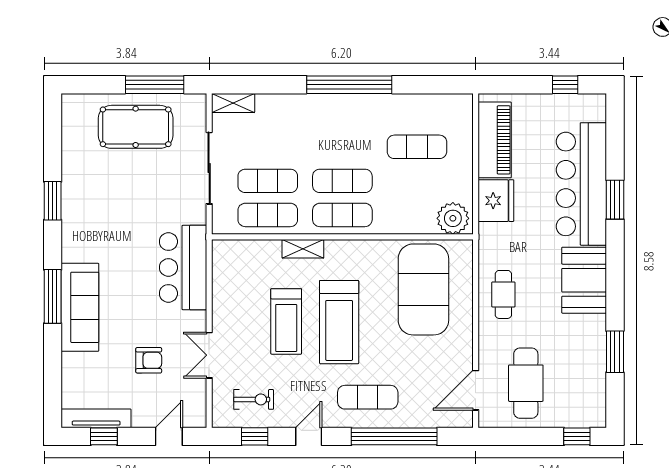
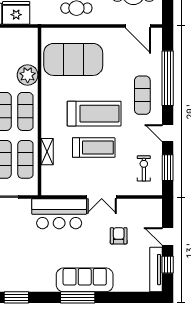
plant: (453, 218) -> (28, 75), moved
shelving: (303, 249) -> (47, 152), moved
double door: (209, 355) -> (102, 197), moved
door: (169, 436) -> (168, 236), moved
window: (255, 436) -> (168, 168), width x1.50

